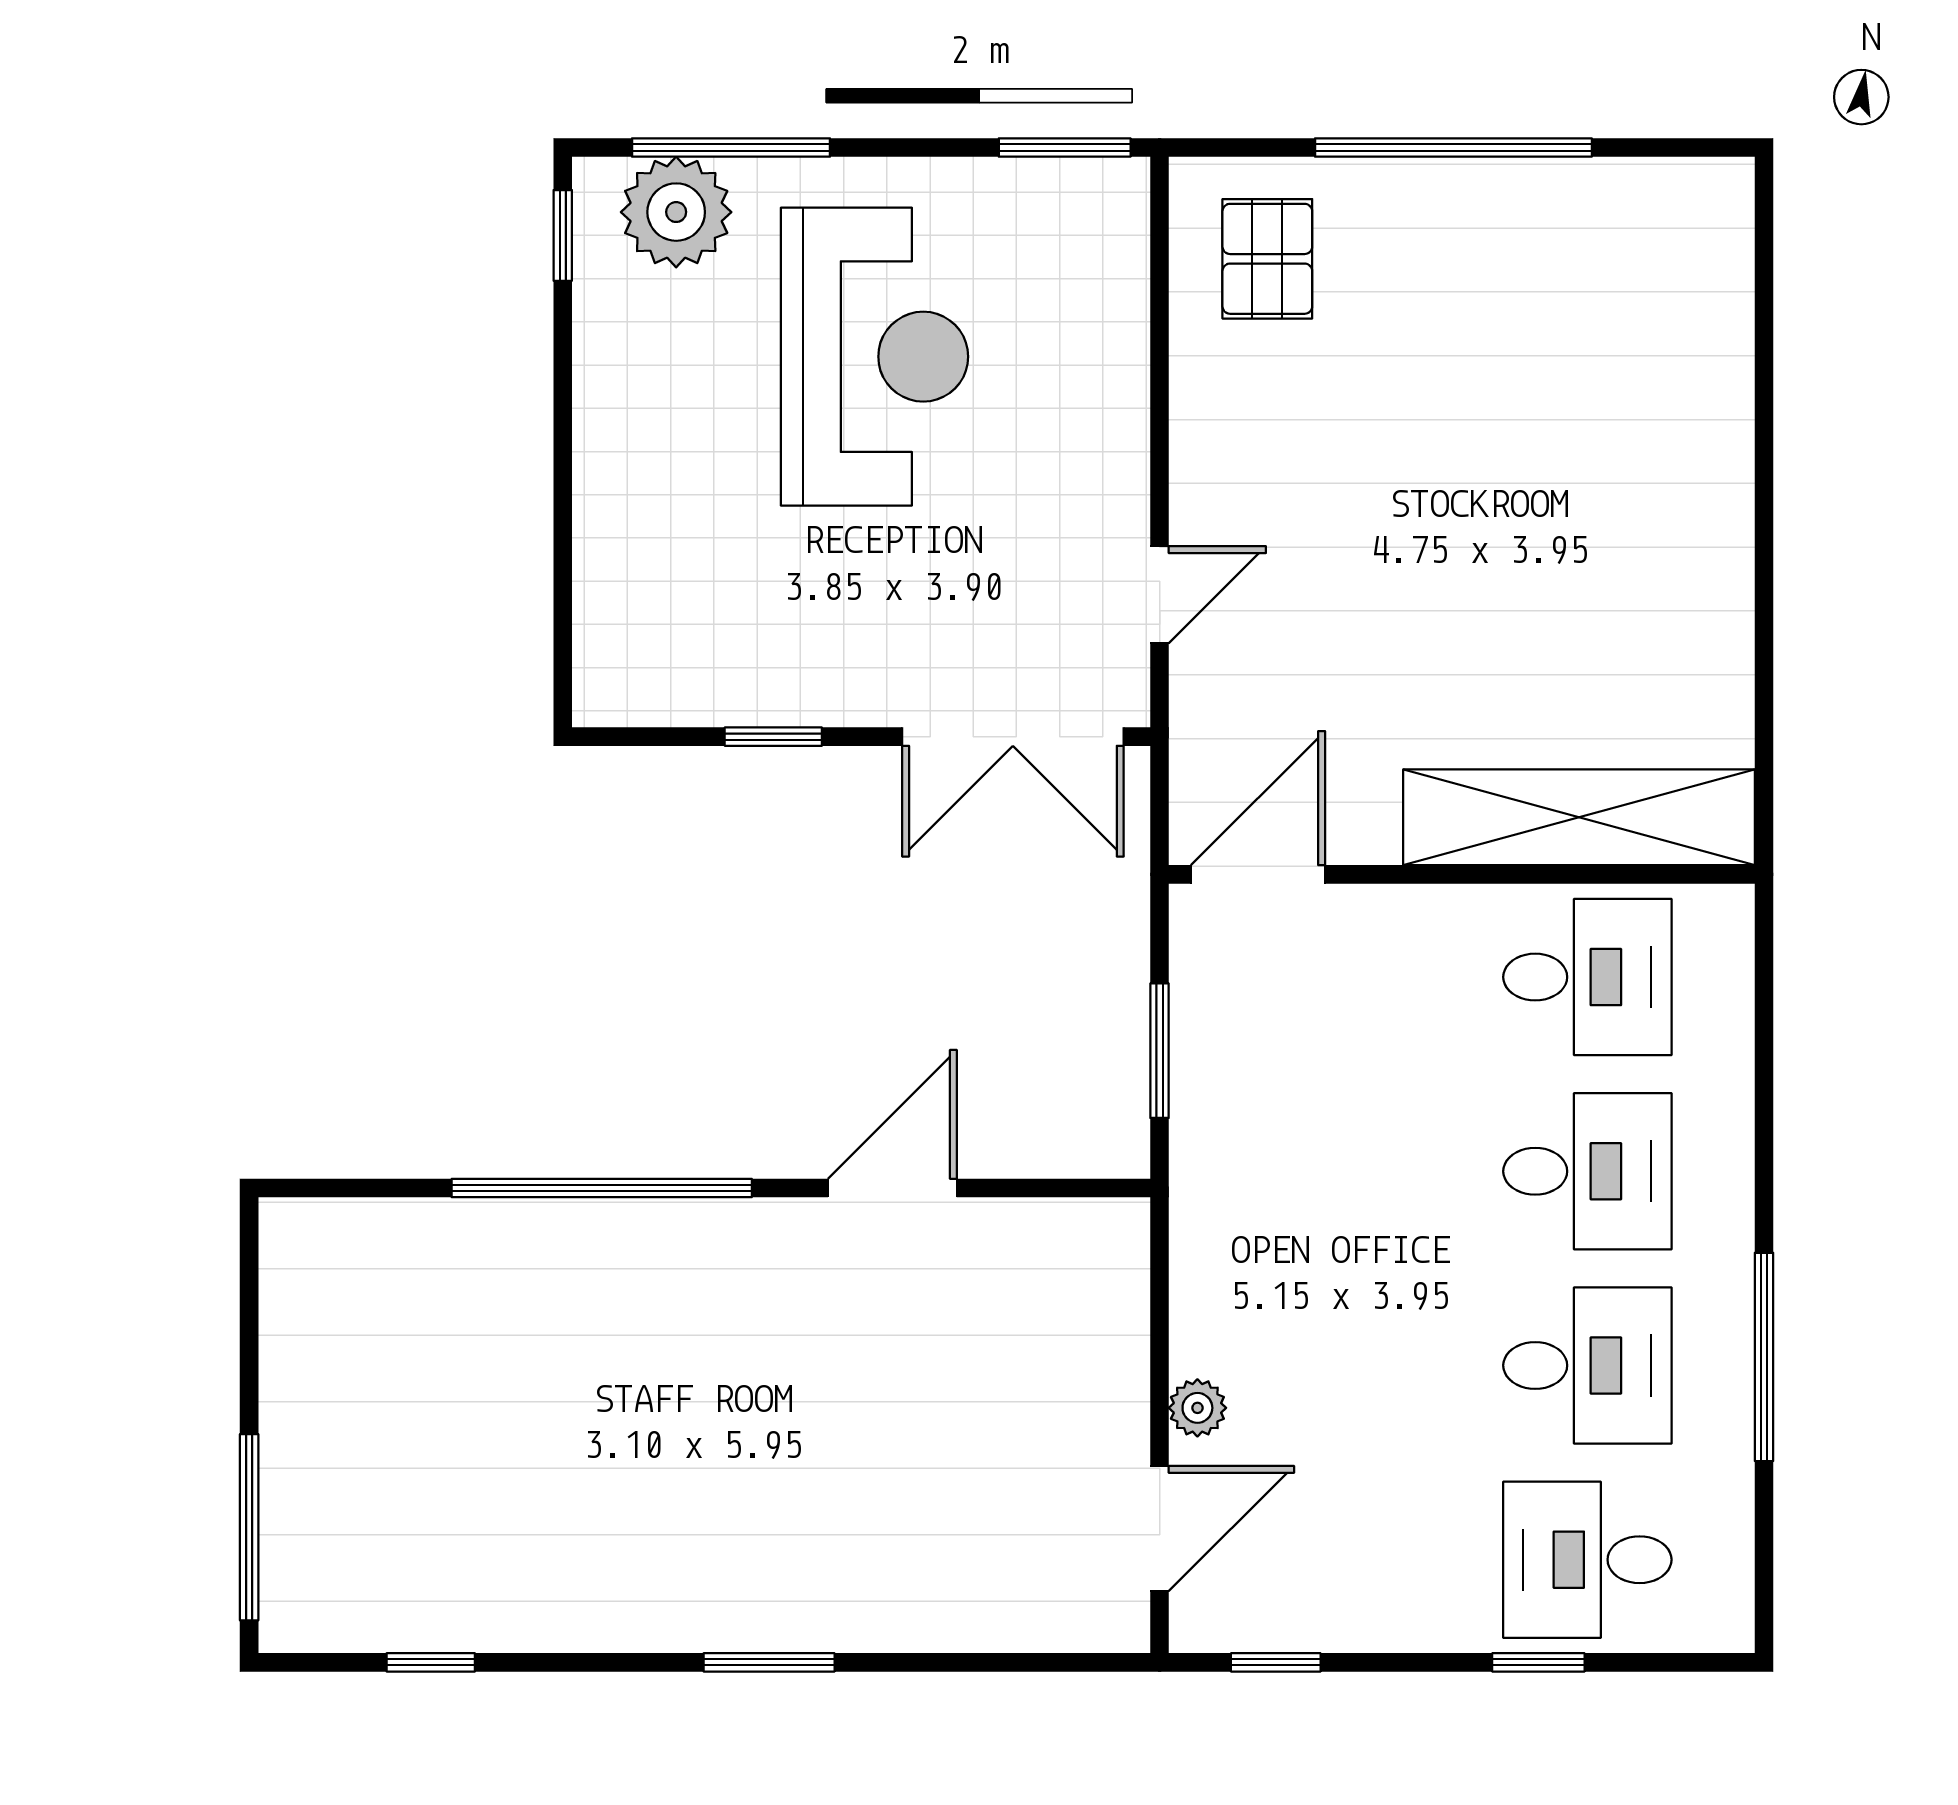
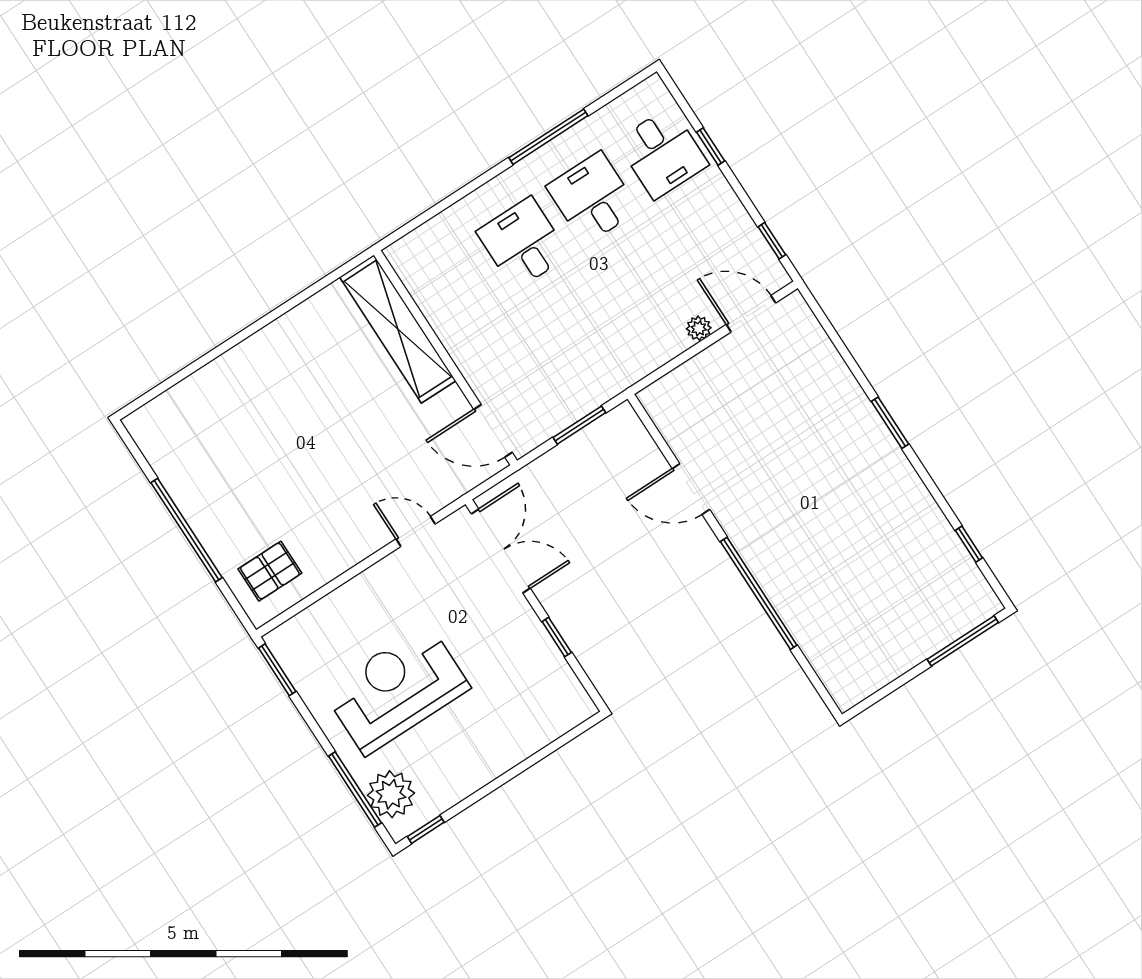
desk: (1587, 977) -> (453, 289), removed

